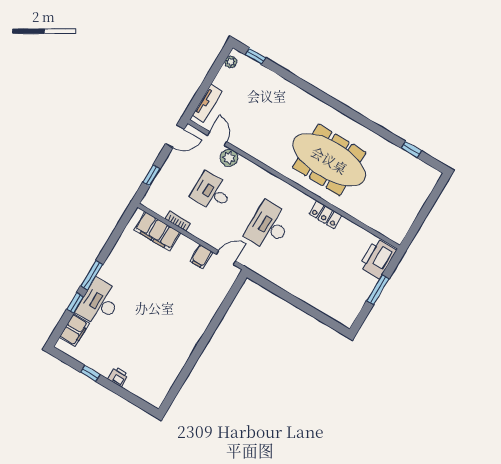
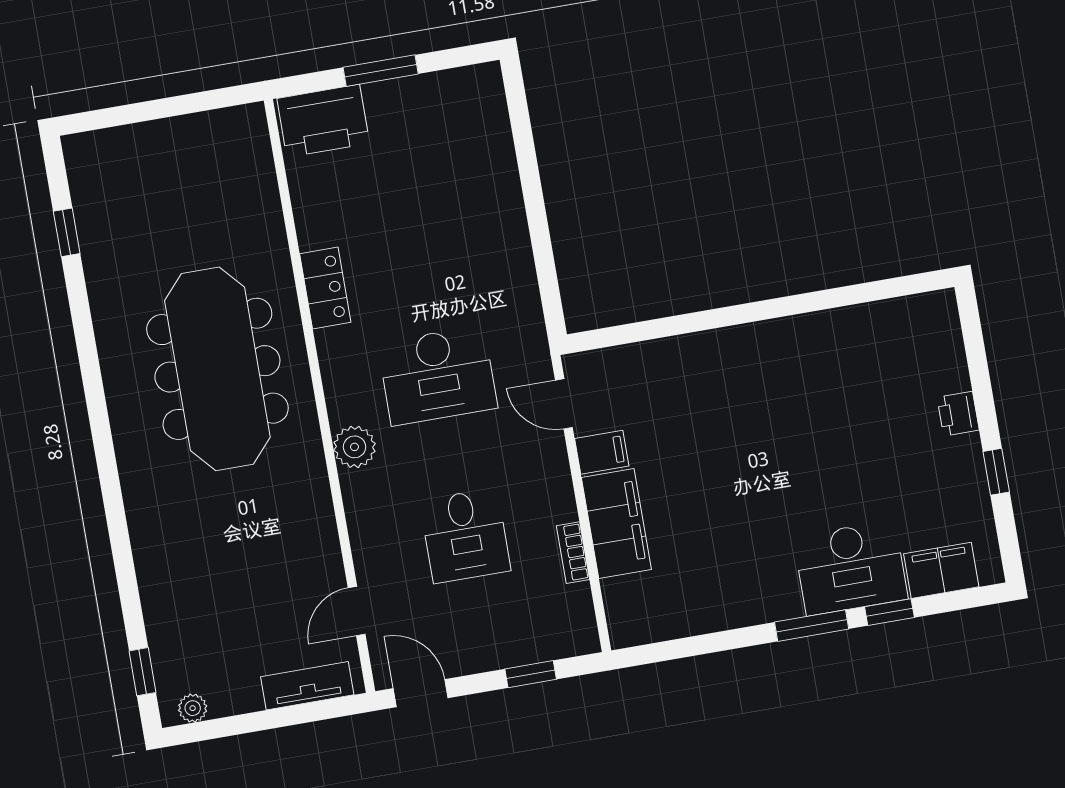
plant: (229, 158) -> (355, 447), moved
filing cabinet: (157, 231) -> (616, 523), moved

